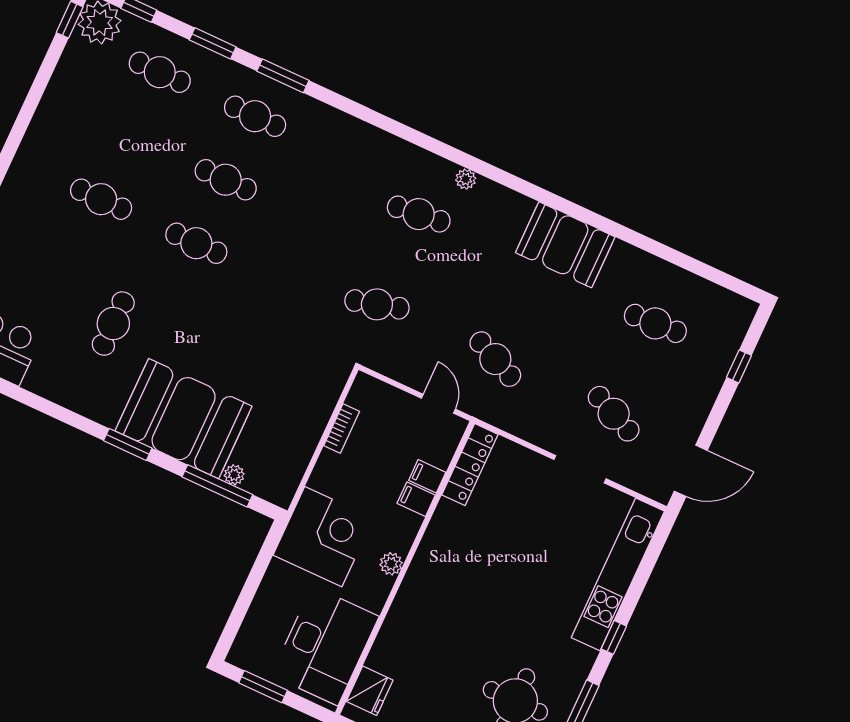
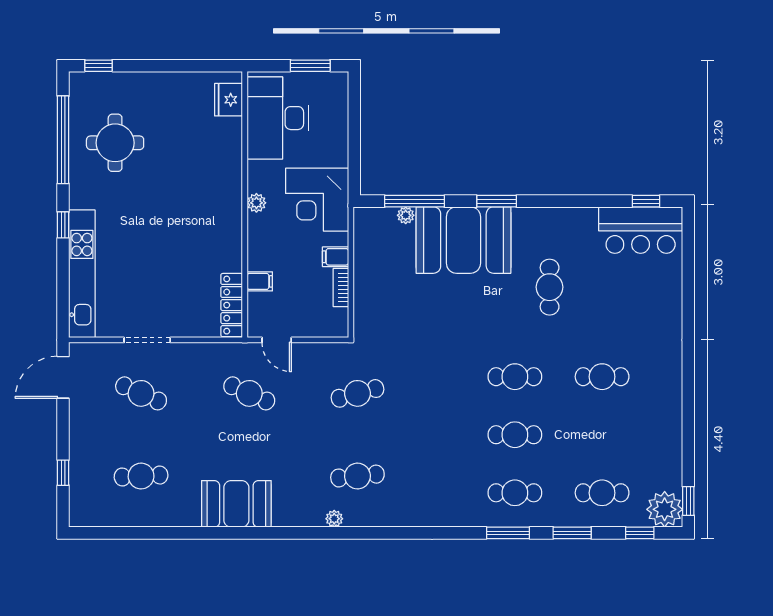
filing cabinet: (416, 499) -> (335, 257), moved, turned 180

